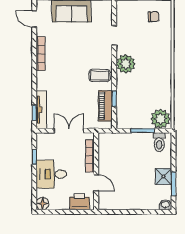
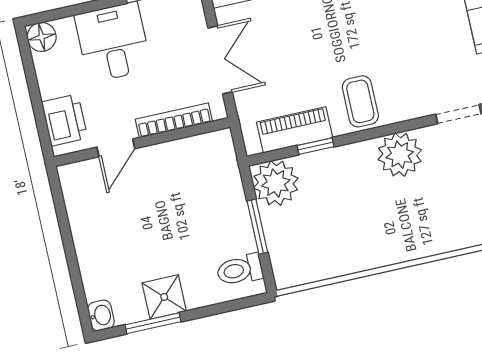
plant: (161, 119) -> (276, 183), moved

